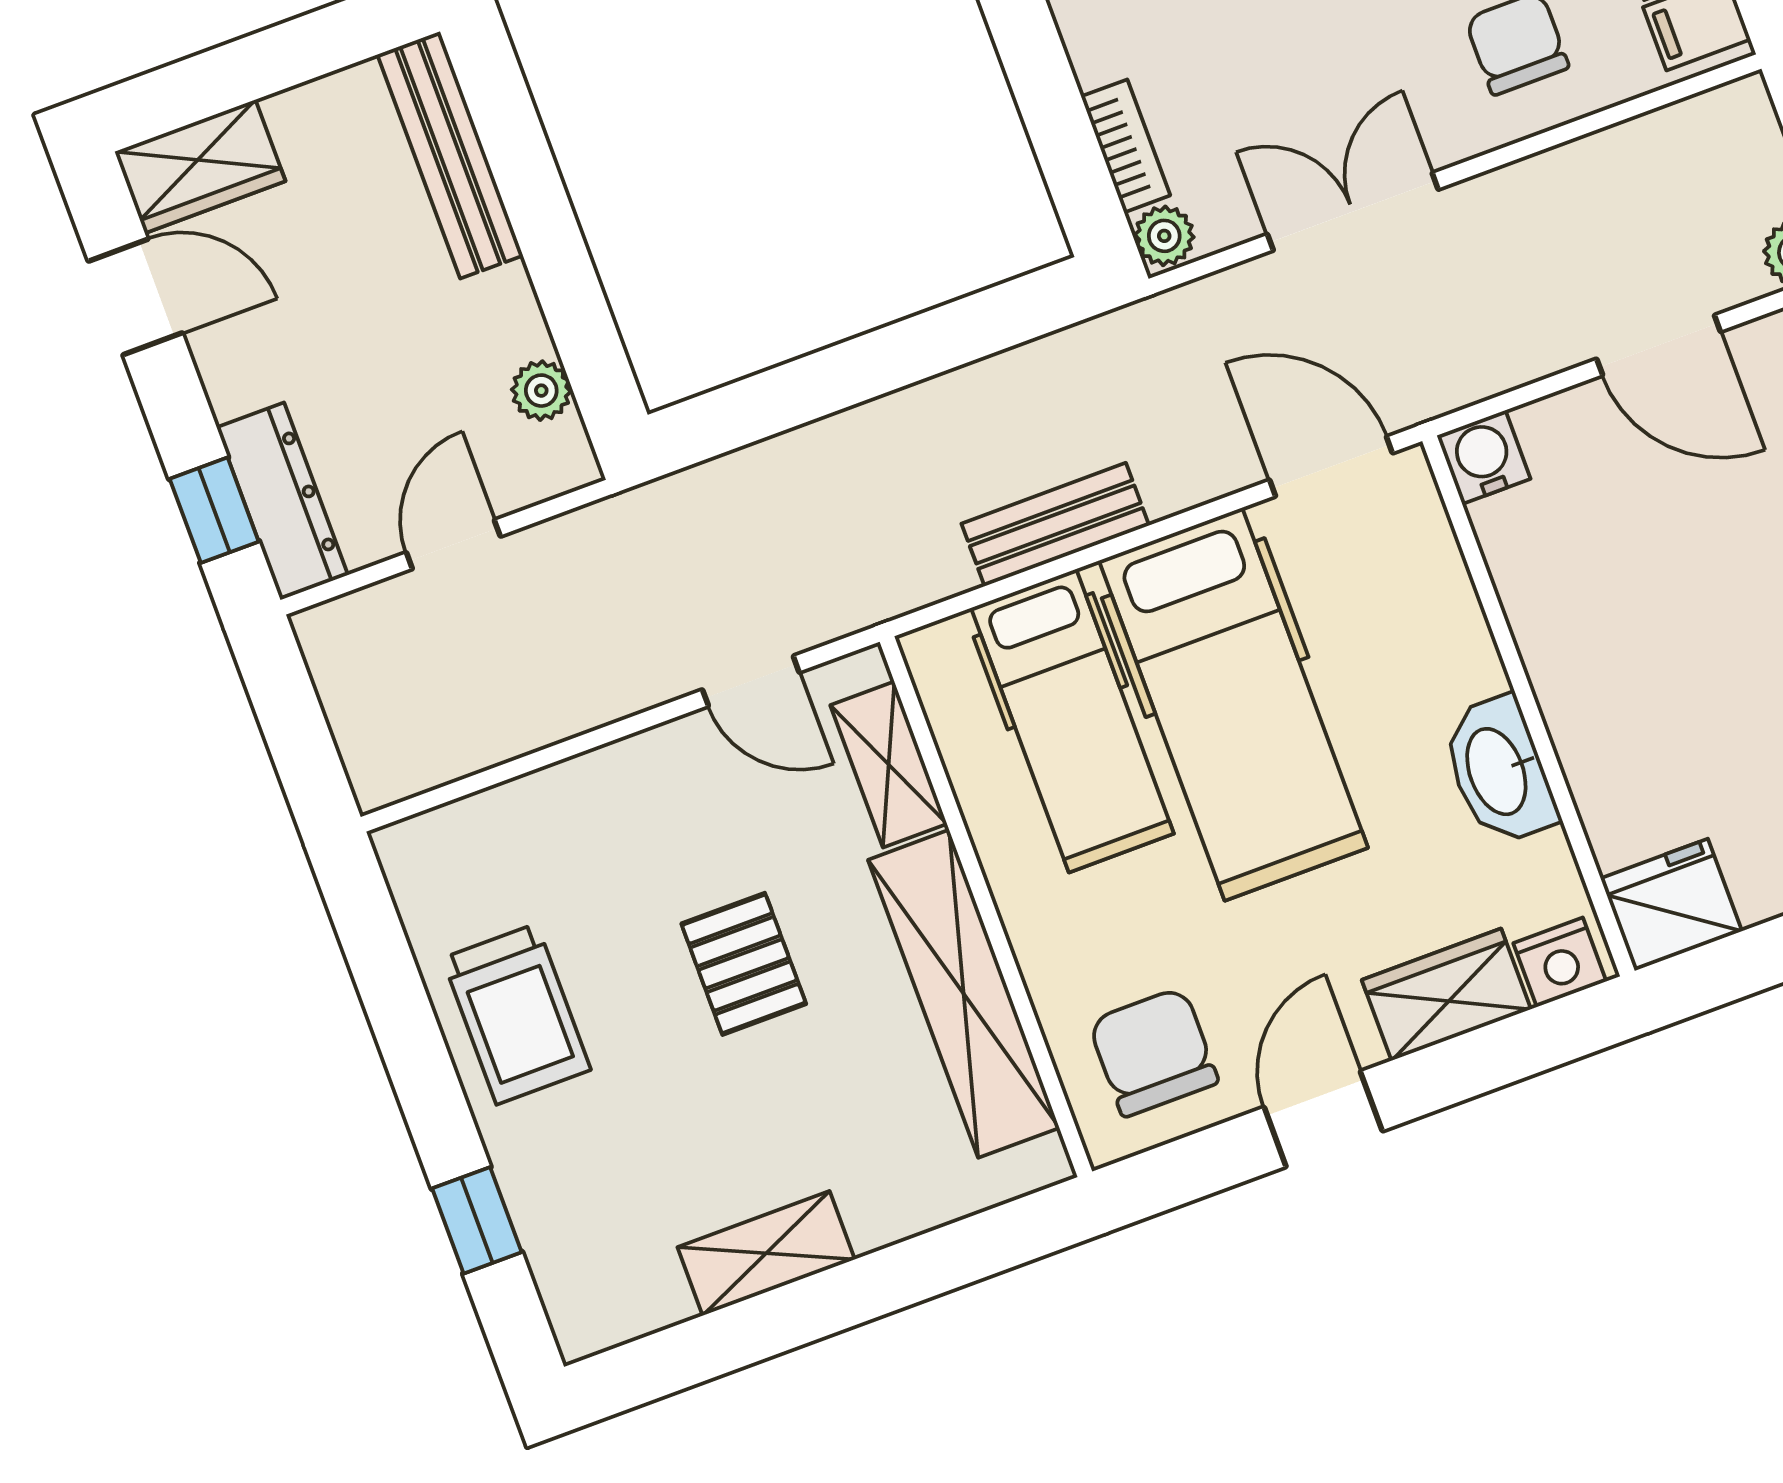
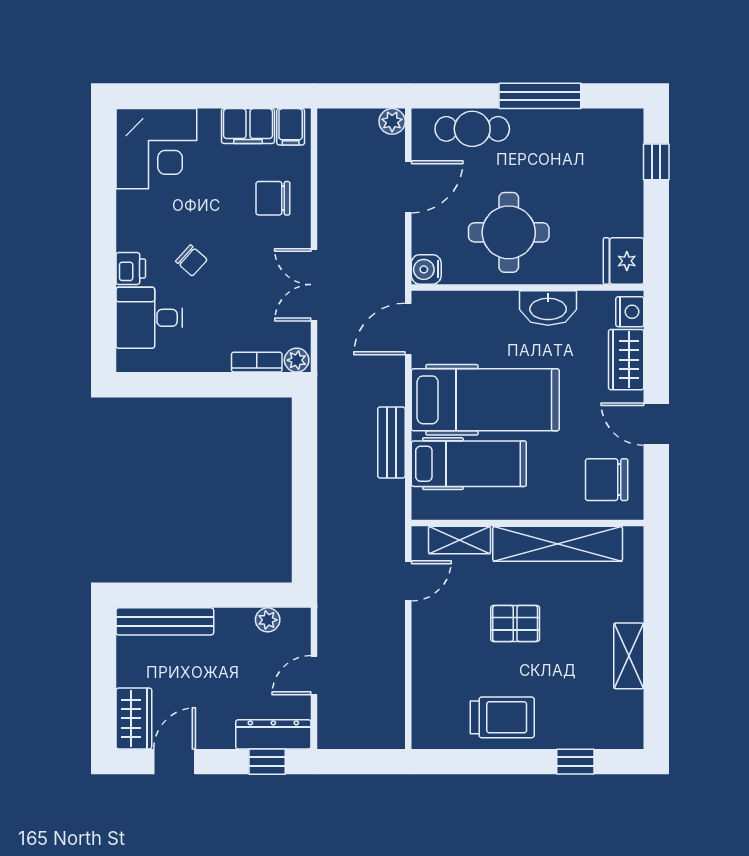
door: (453, 544) -> (314, 675), hinge flipped
round table: (1639, 616) -> (509, 232), added

